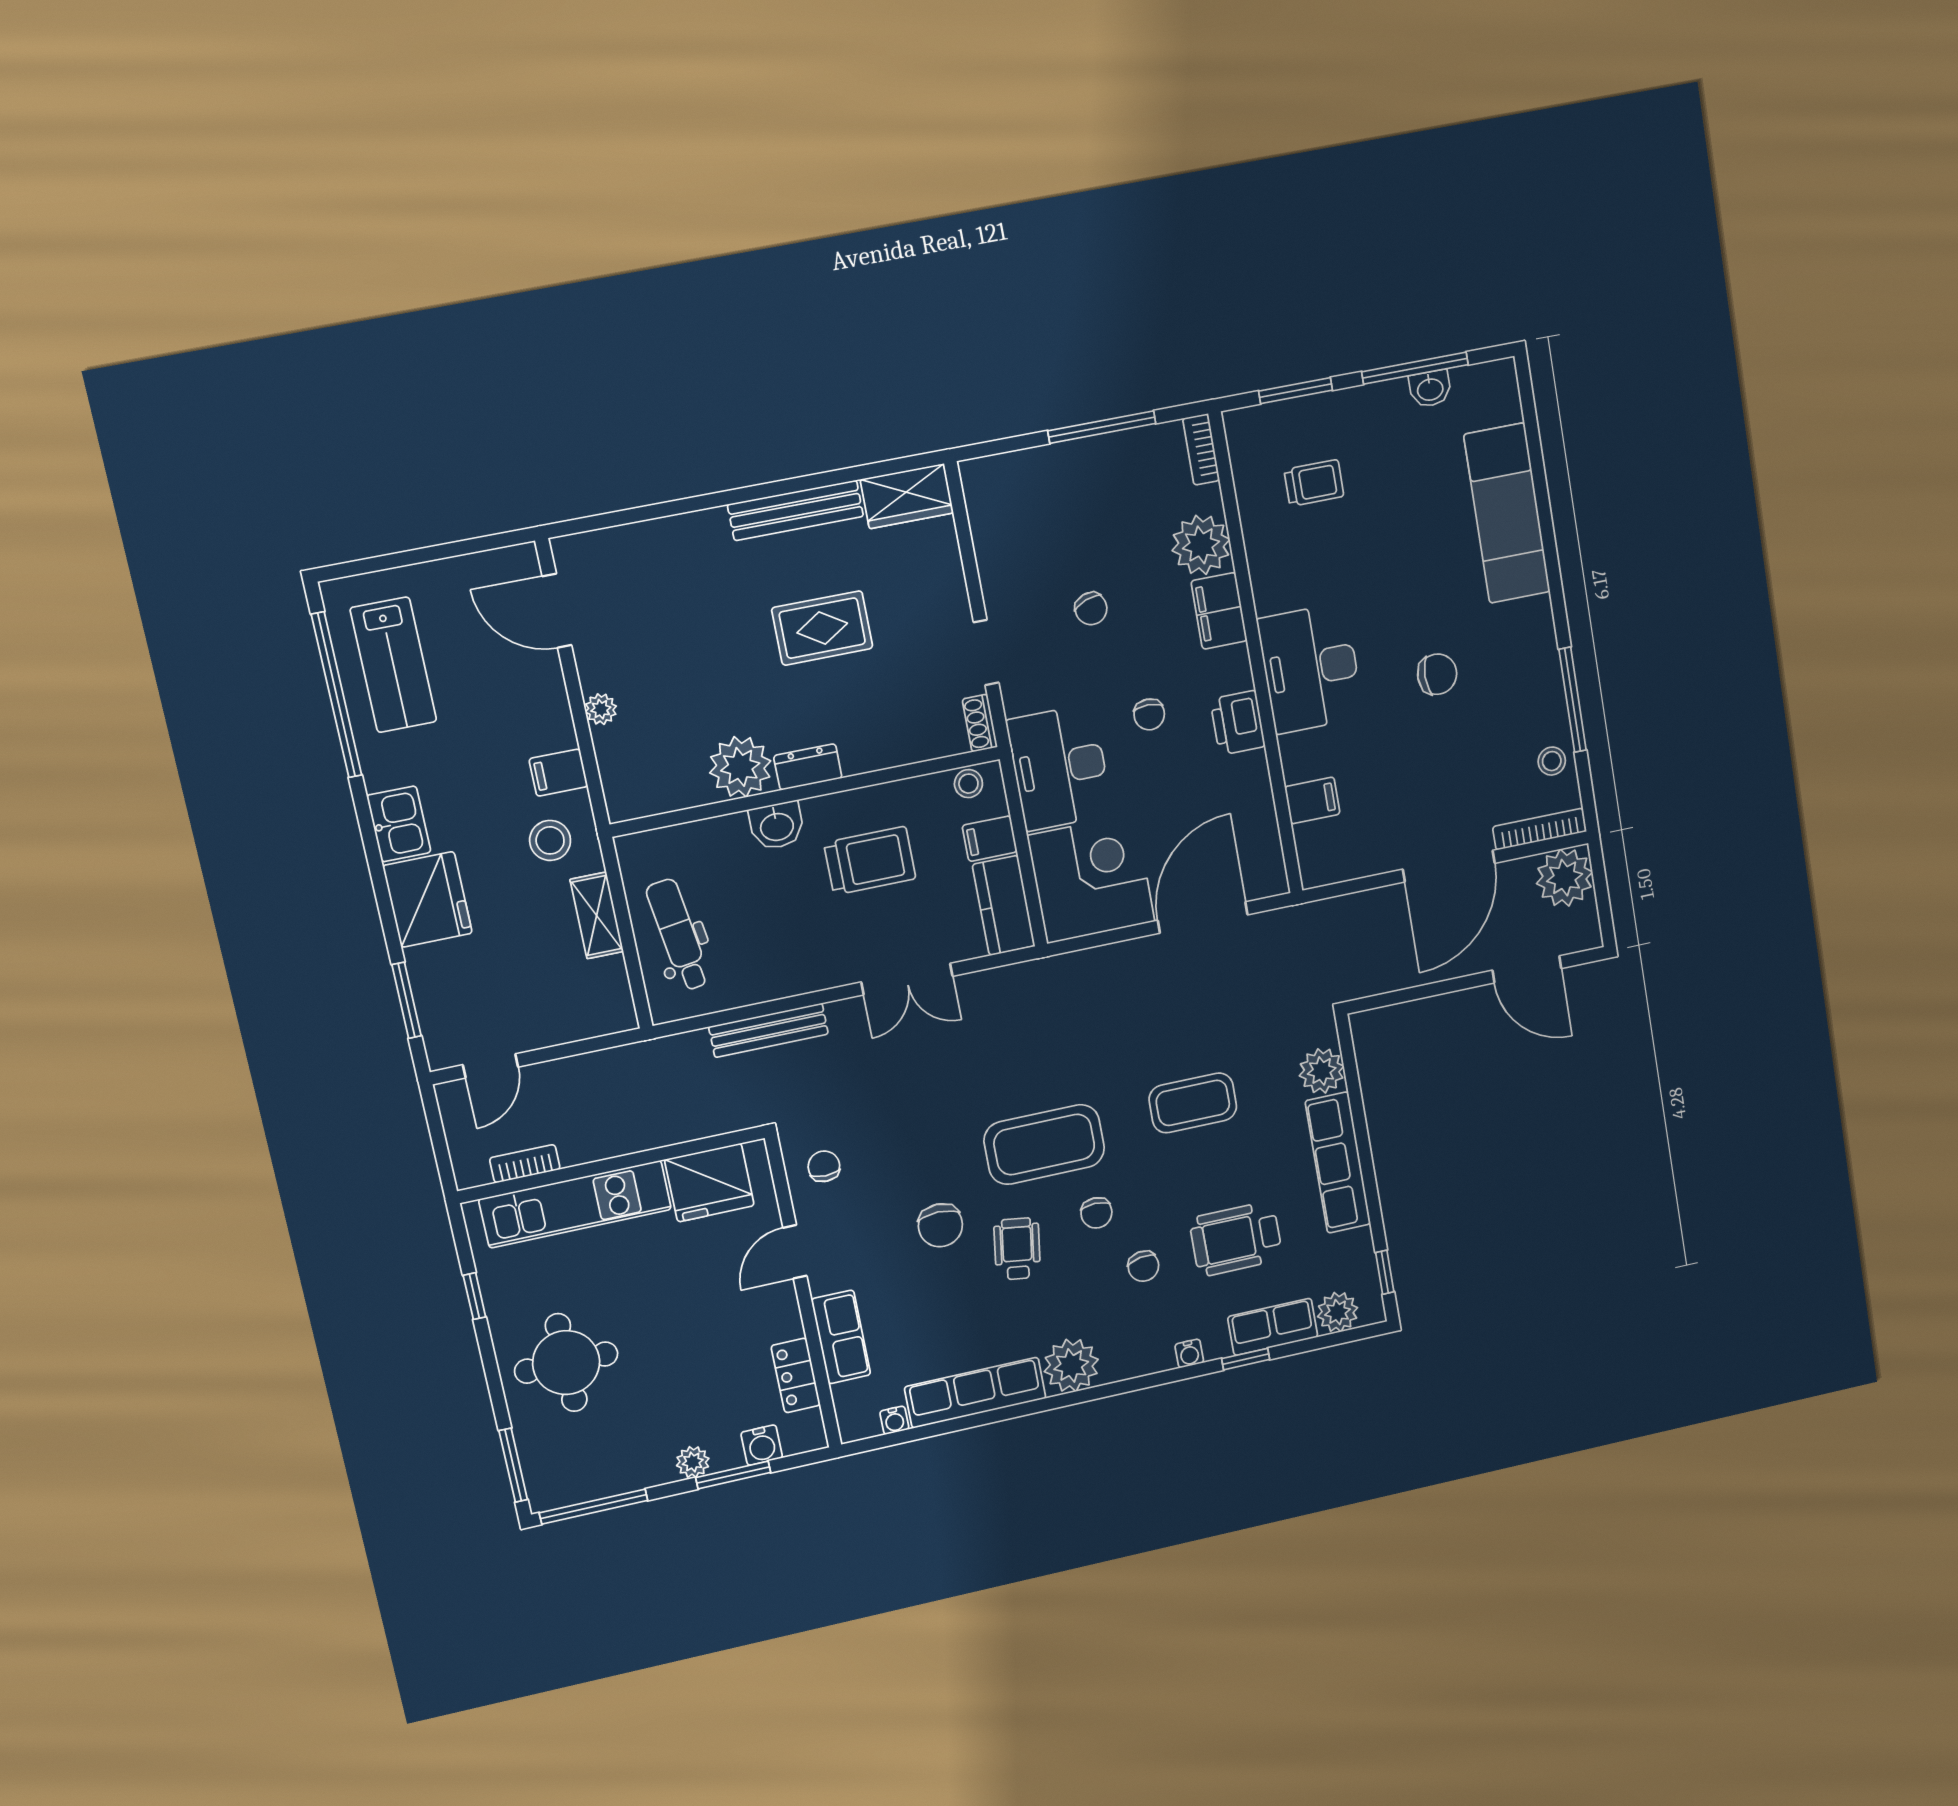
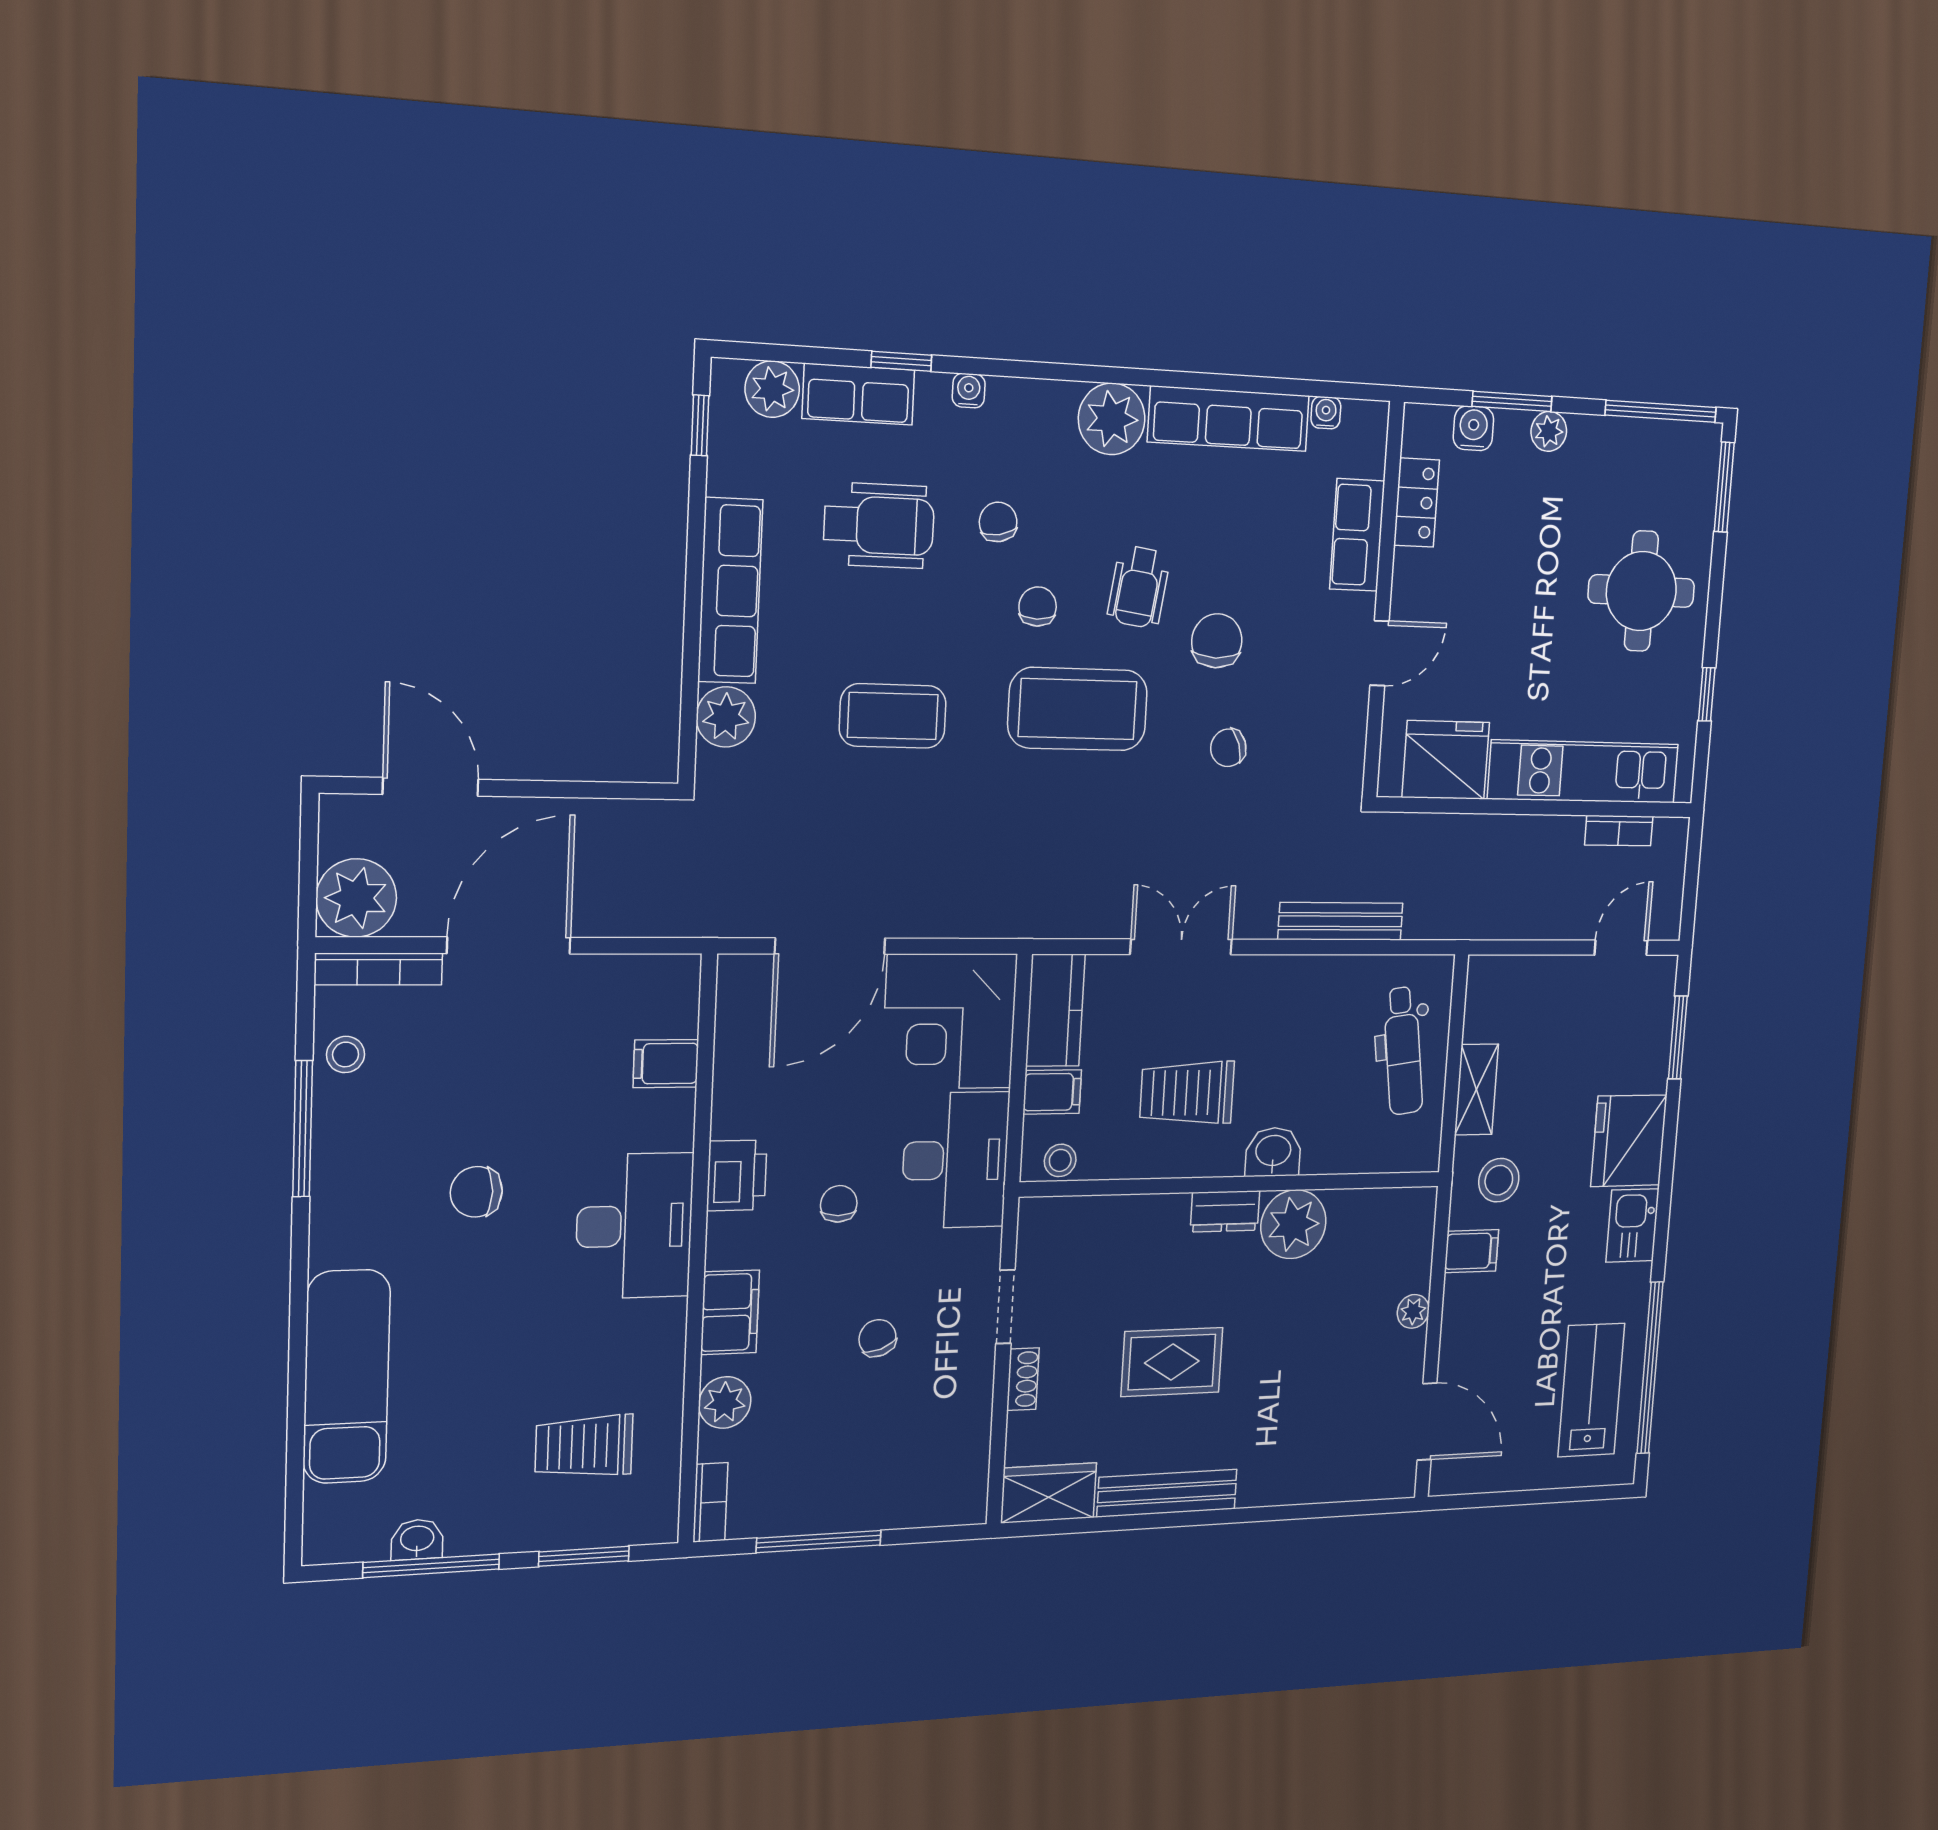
trolley: (1314, 483) -> (584, 1446), width x1.36, depth x1.39
plant: (1201, 545) -> (725, 1402), width x0.73, depth x0.73
shoe rack: (980, 723) -> (1023, 1379), moved
chair: (824, 1166) -> (1228, 748), moved, turned 71

